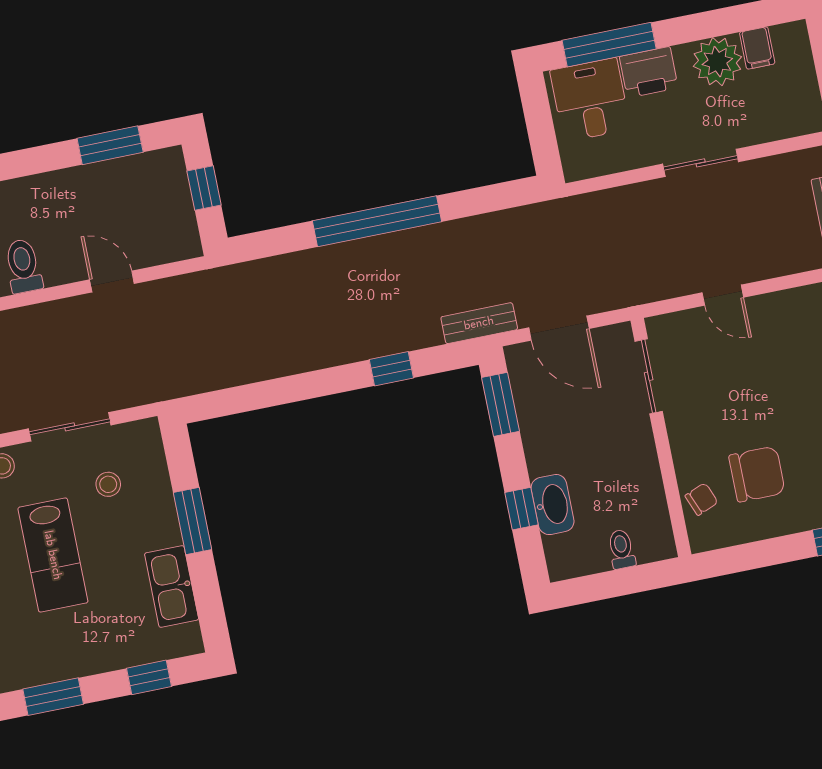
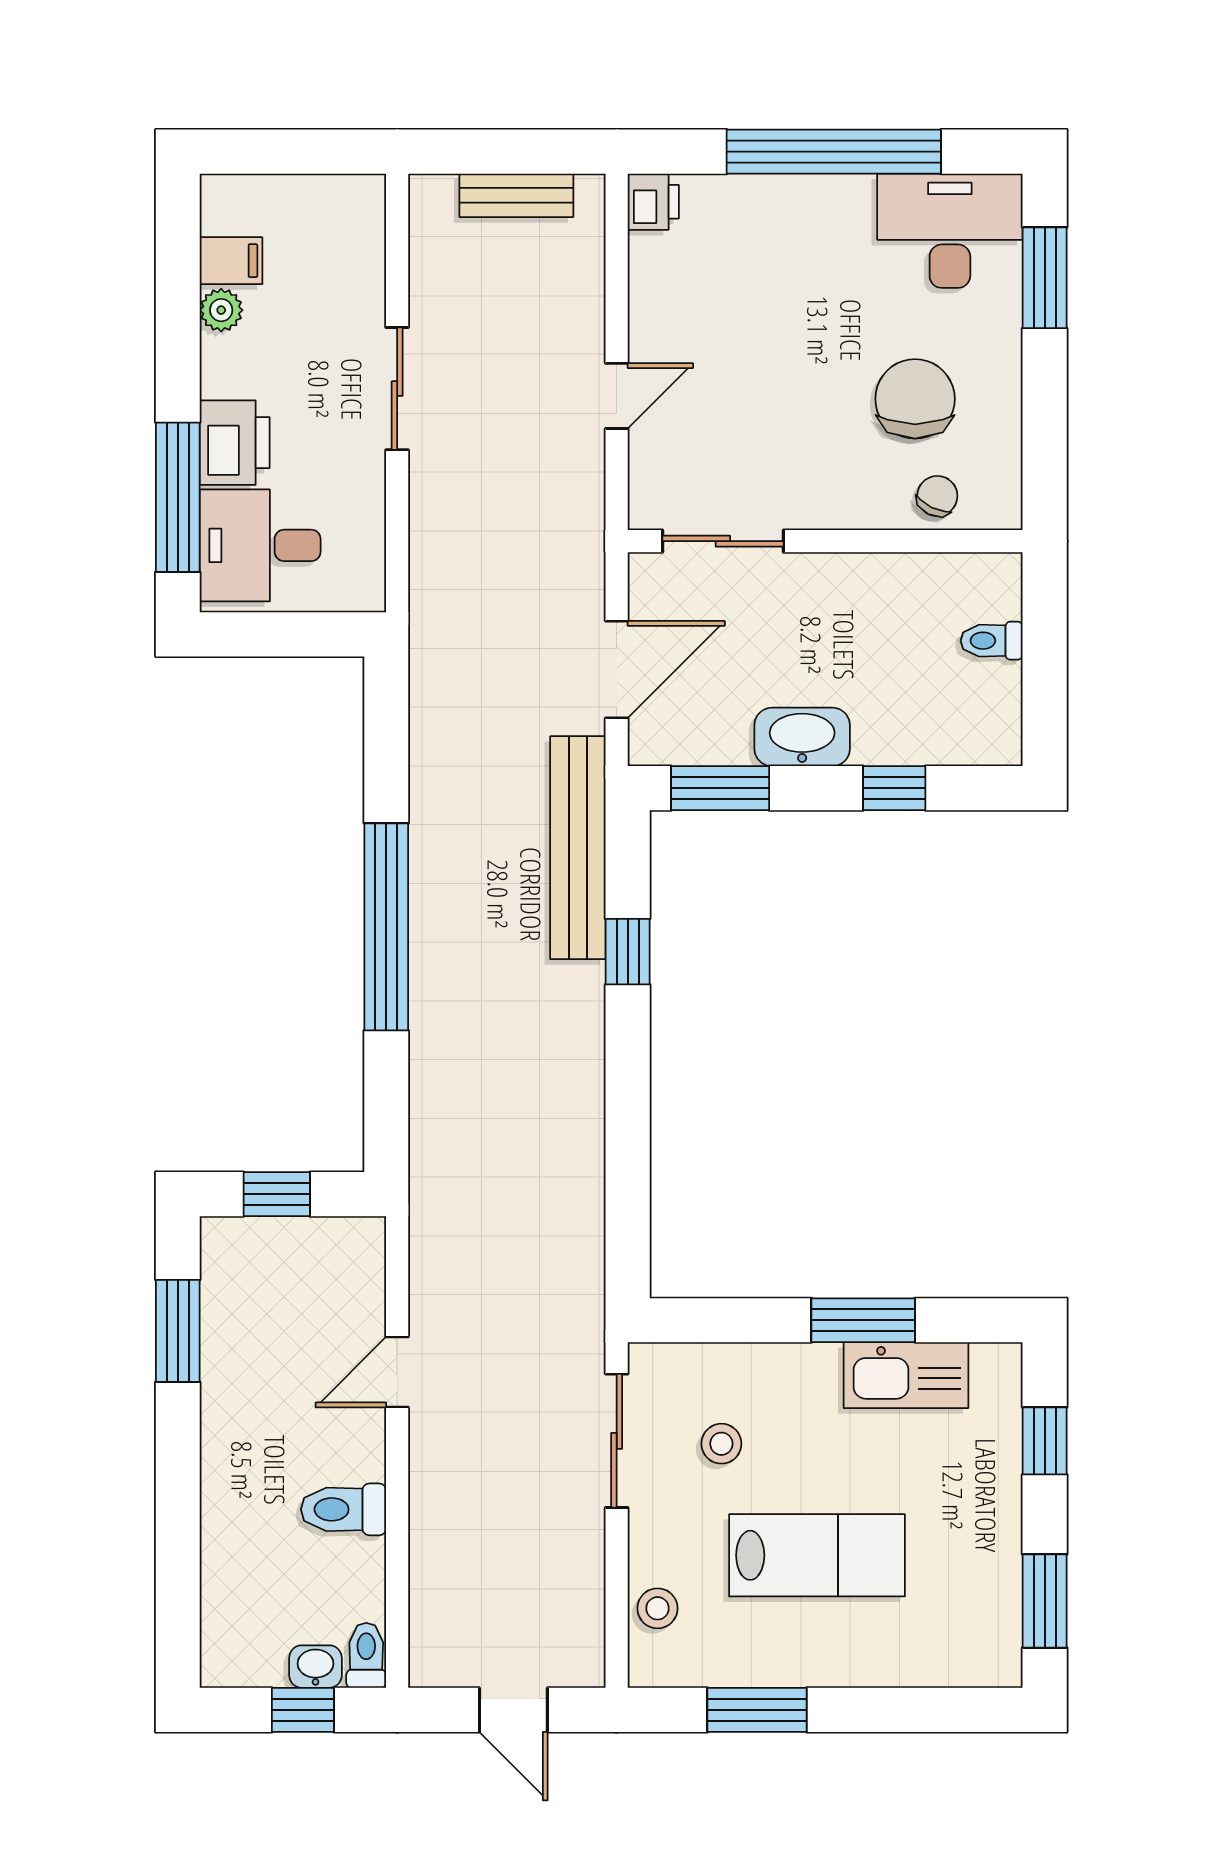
plant: (717, 62) -> (221, 310), width x0.53, depth x0.53
bench: (479, 323) -> (578, 848), width x1.86, depth x1.21
sliding door: (70, 427) -> (617, 1441), moved
chair: (701, 499) -> (937, 496), turned 48
washbasin: (553, 505) -> (802, 737), moved
window: (192, 521) -> (863, 1320), moved

